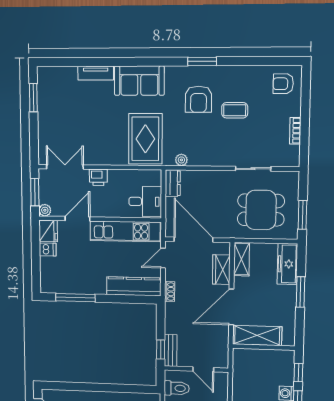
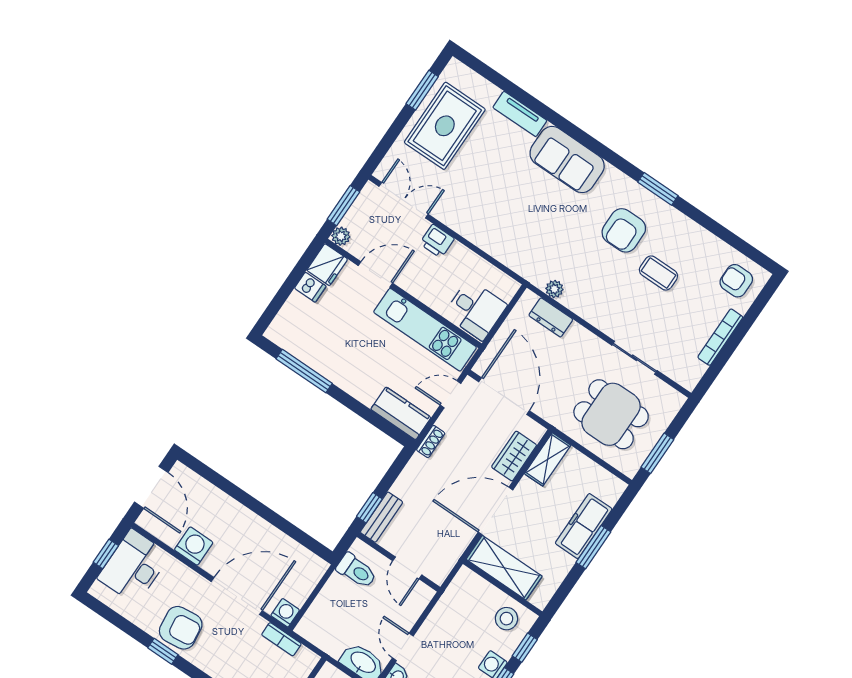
bookcase: (295, 131) -> (720, 337), width x1.56
rug: (145, 139) -> (445, 126), moved
dresser: (173, 183) -> (551, 317), moved, turned 90
freezer: (287, 264) -> (584, 526), moved
kitchen counter: (134, 286) -> (401, 413), width x0.67
stool: (277, 363) -> (506, 619), added

